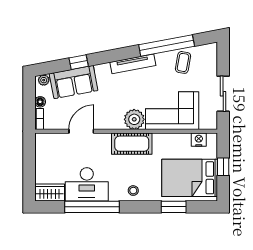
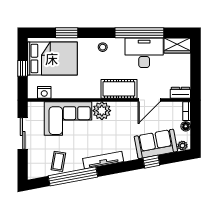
dresser: (46, 139) -> (180, 93), added
cot: (132, 144) -> (119, 89), moved

